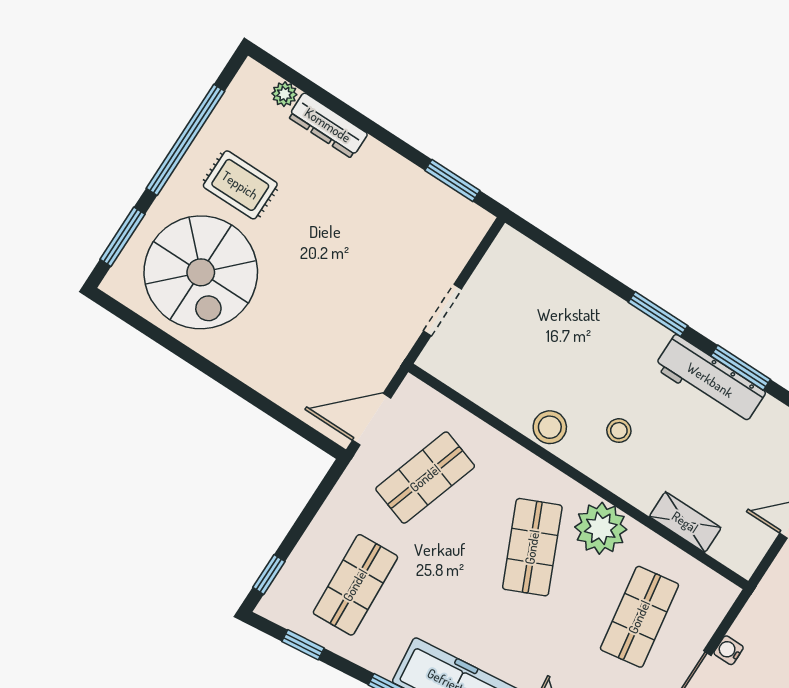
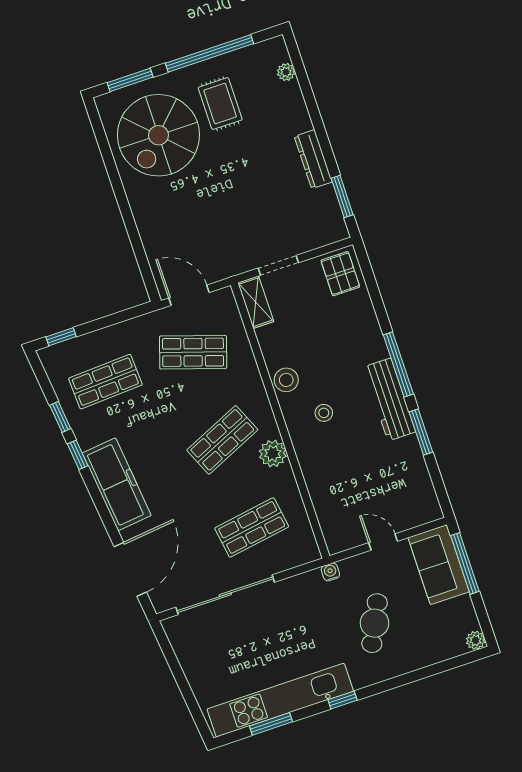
dresser: (328, 125) -> (313, 159), moved
pallet: (517, 266) -> (340, 274), added
window: (658, 314) -> (398, 364), width x1.44
workbench: (710, 380) -> (389, 399), moved
shelving: (685, 522) -> (256, 302), moved
plant: (601, 528) -> (273, 454), width x0.73, depth x0.73
window: (303, 645) -> (60, 417), moved
water cooler: (729, 650) -> (330, 572), moved

